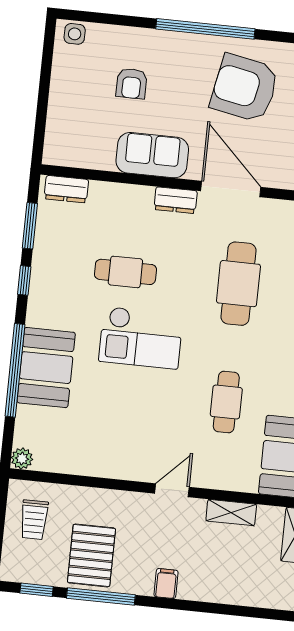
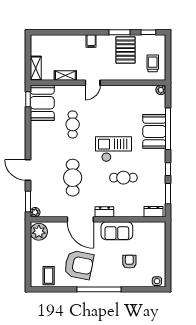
window: (101, 596) -> (119, 32), width x0.69

